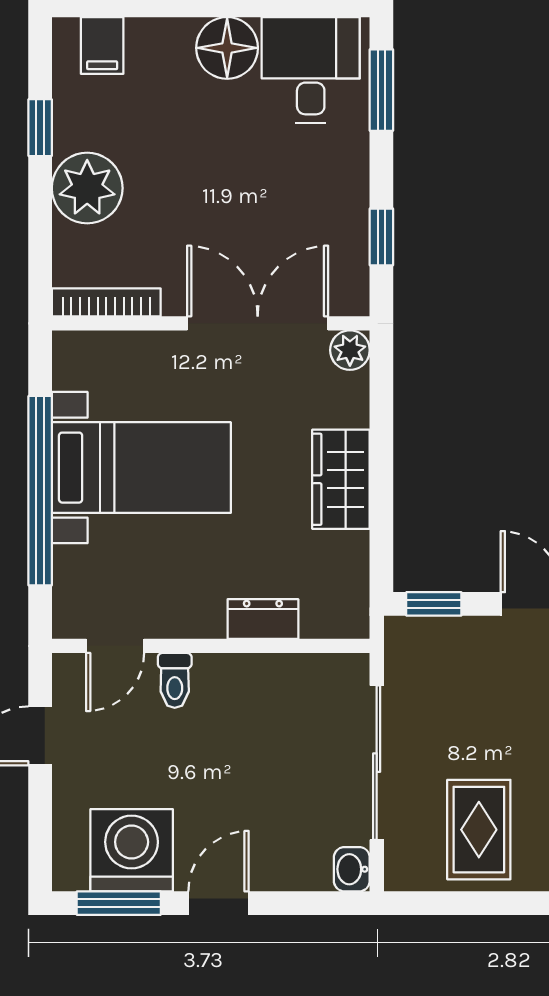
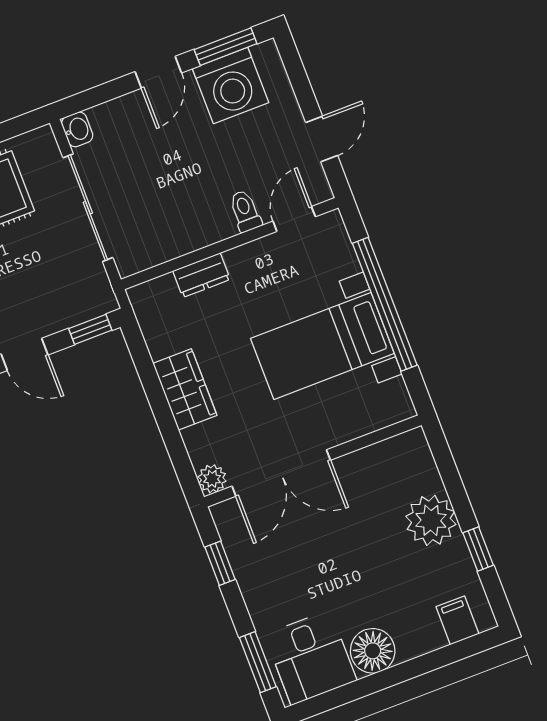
bookcase: (106, 302) -> (389, 448), removed

